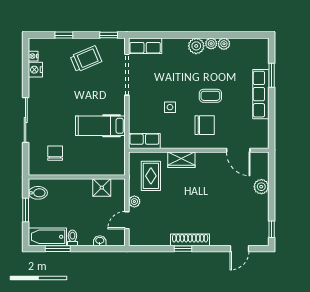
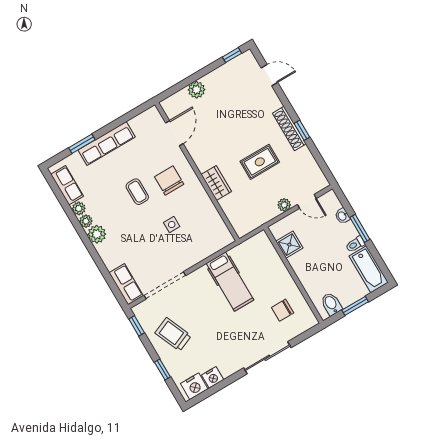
nightstand: (33, 56) -> (194, 386), width x1.89, depth x1.79
row of seats: (144, 141) -> (67, 185), moved, turned 180
rug: (151, 176) -> (260, 162), moved
window: (58, 249) -> (360, 228), moved

